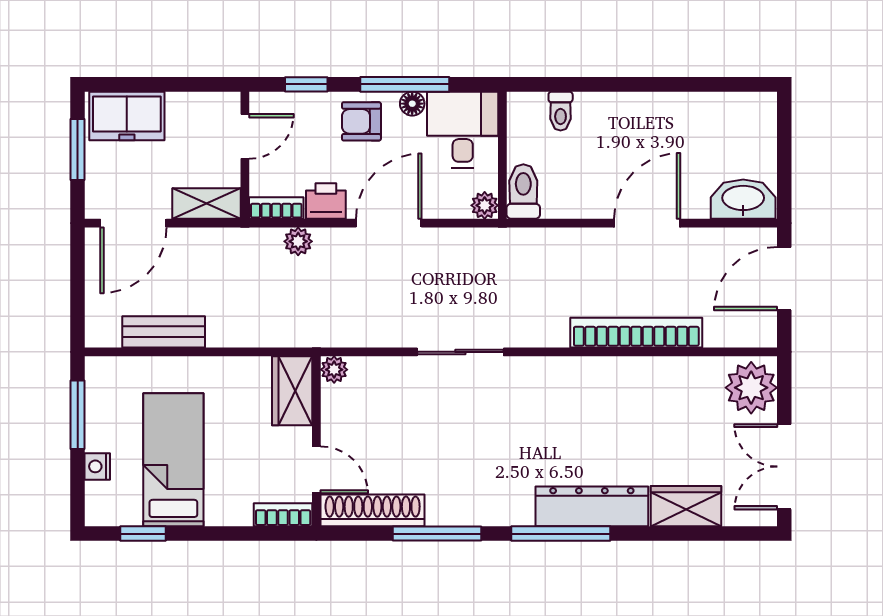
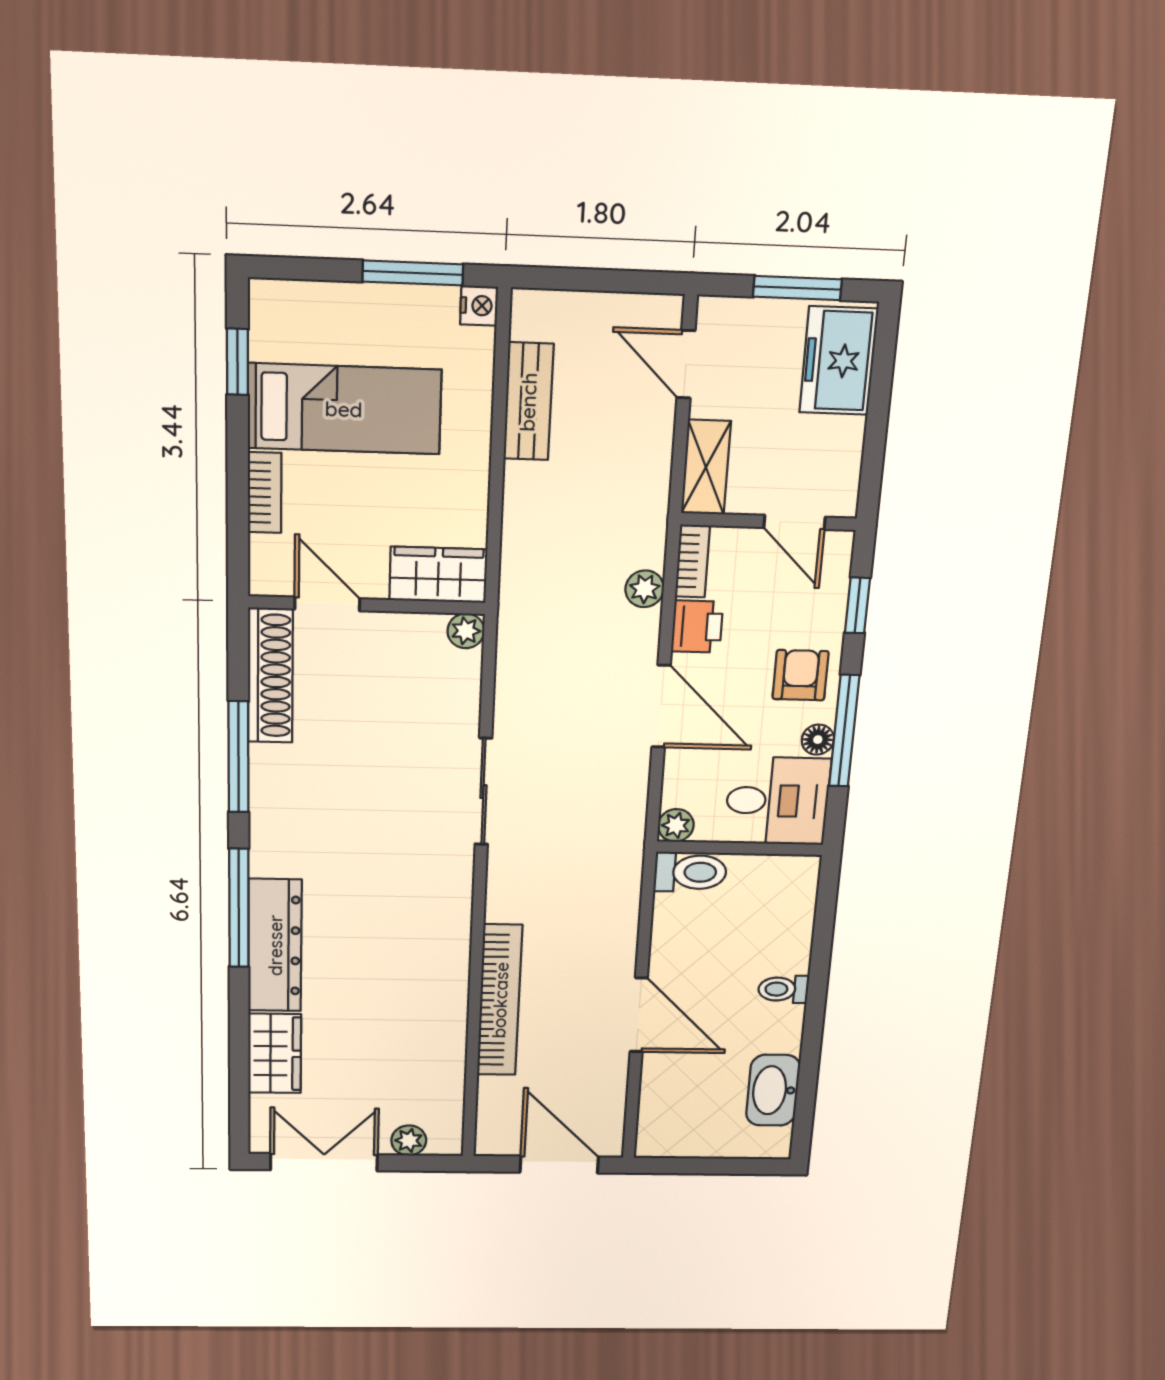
toilet: (561, 111) -> (783, 989), moved
washbasin: (743, 199) -> (773, 1090), moved, turned 180
door: (133, 223) -> (686, 364), width x0.73
plant: (751, 388) -> (409, 1140), width x0.53, depth x0.53
nightstand: (97, 466) -> (479, 306), moved, turned 90
door: (316, 470) -> (327, 604), swing flipped
bookcase: (283, 515) -> (265, 493), moved

